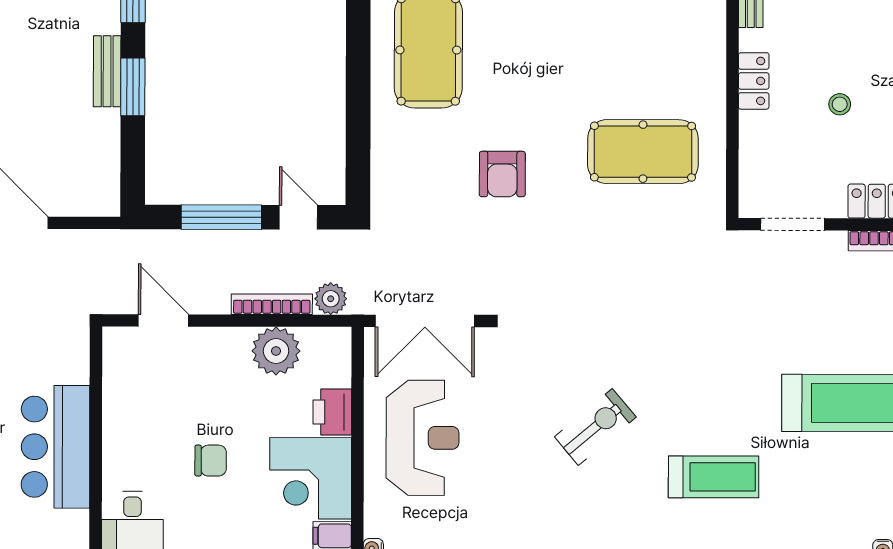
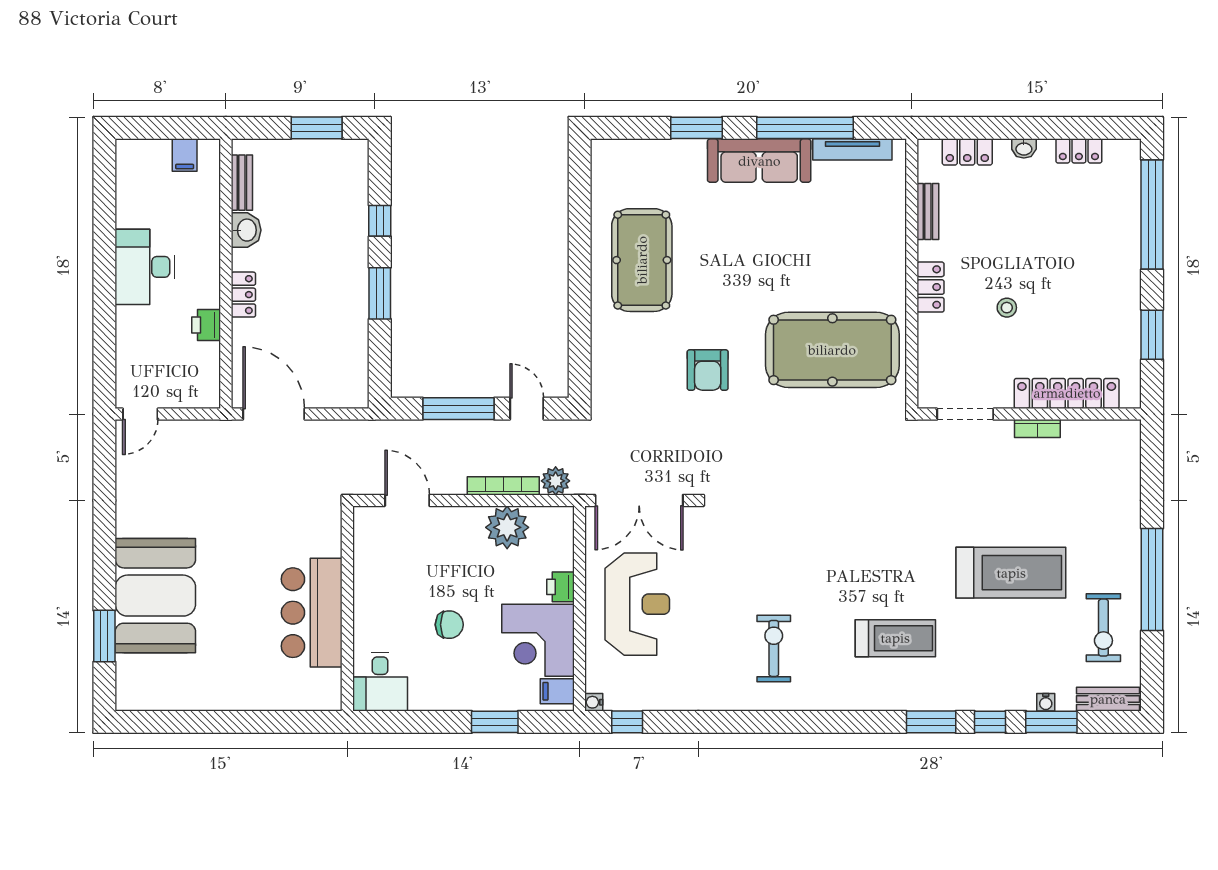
bench: (107, 71) -> (357, 279), removed
pool table: (643, 152) -> (832, 350), width x1.36, depth x1.32
printer: (332, 412) -> (560, 587), width x0.73, depth x0.81
exercise bike: (595, 427) -> (774, 648), moved, turned -50

